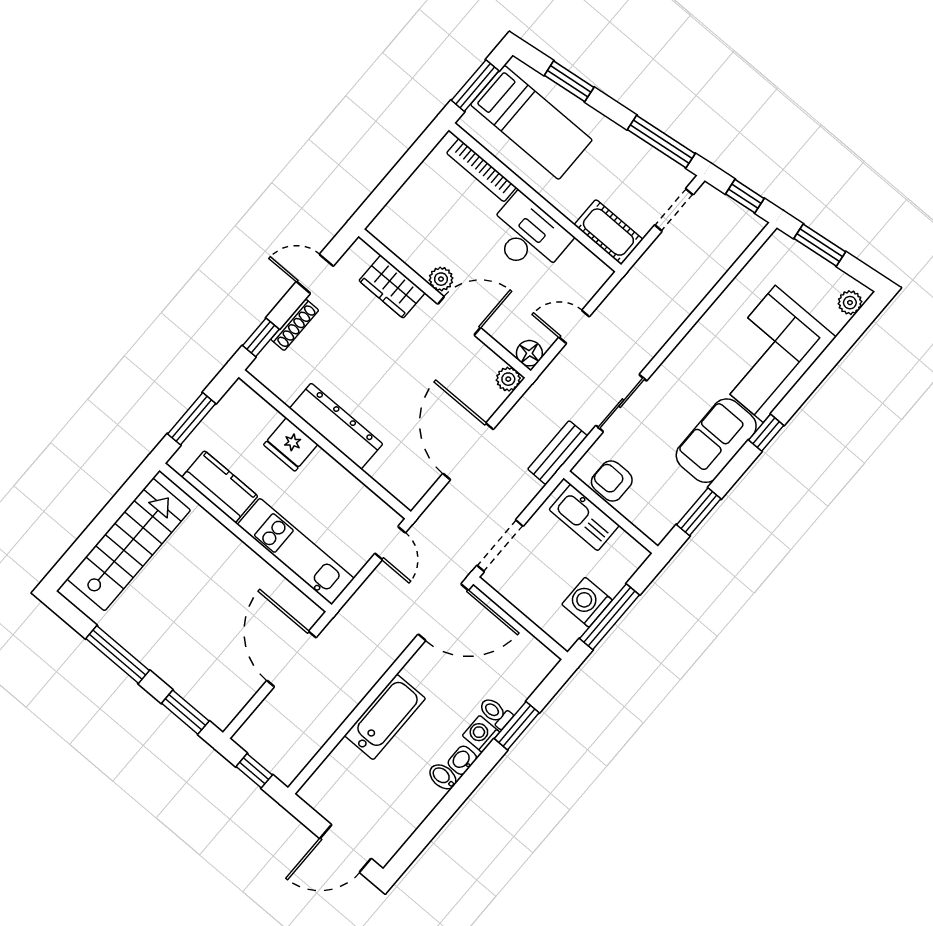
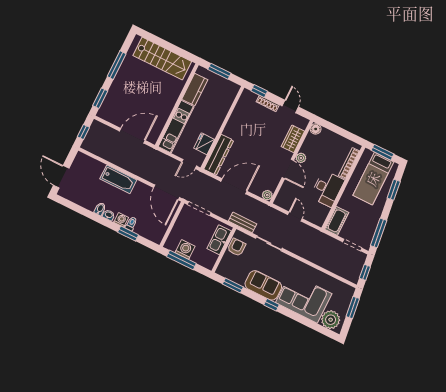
plant: (850, 303) -> (331, 320), width x1.88, depth x1.88
floor lamp: (529, 353) -> (316, 129), moved
dresser: (336, 426) -> (219, 155), moved
fridge: (291, 444) -> (204, 144), moved

